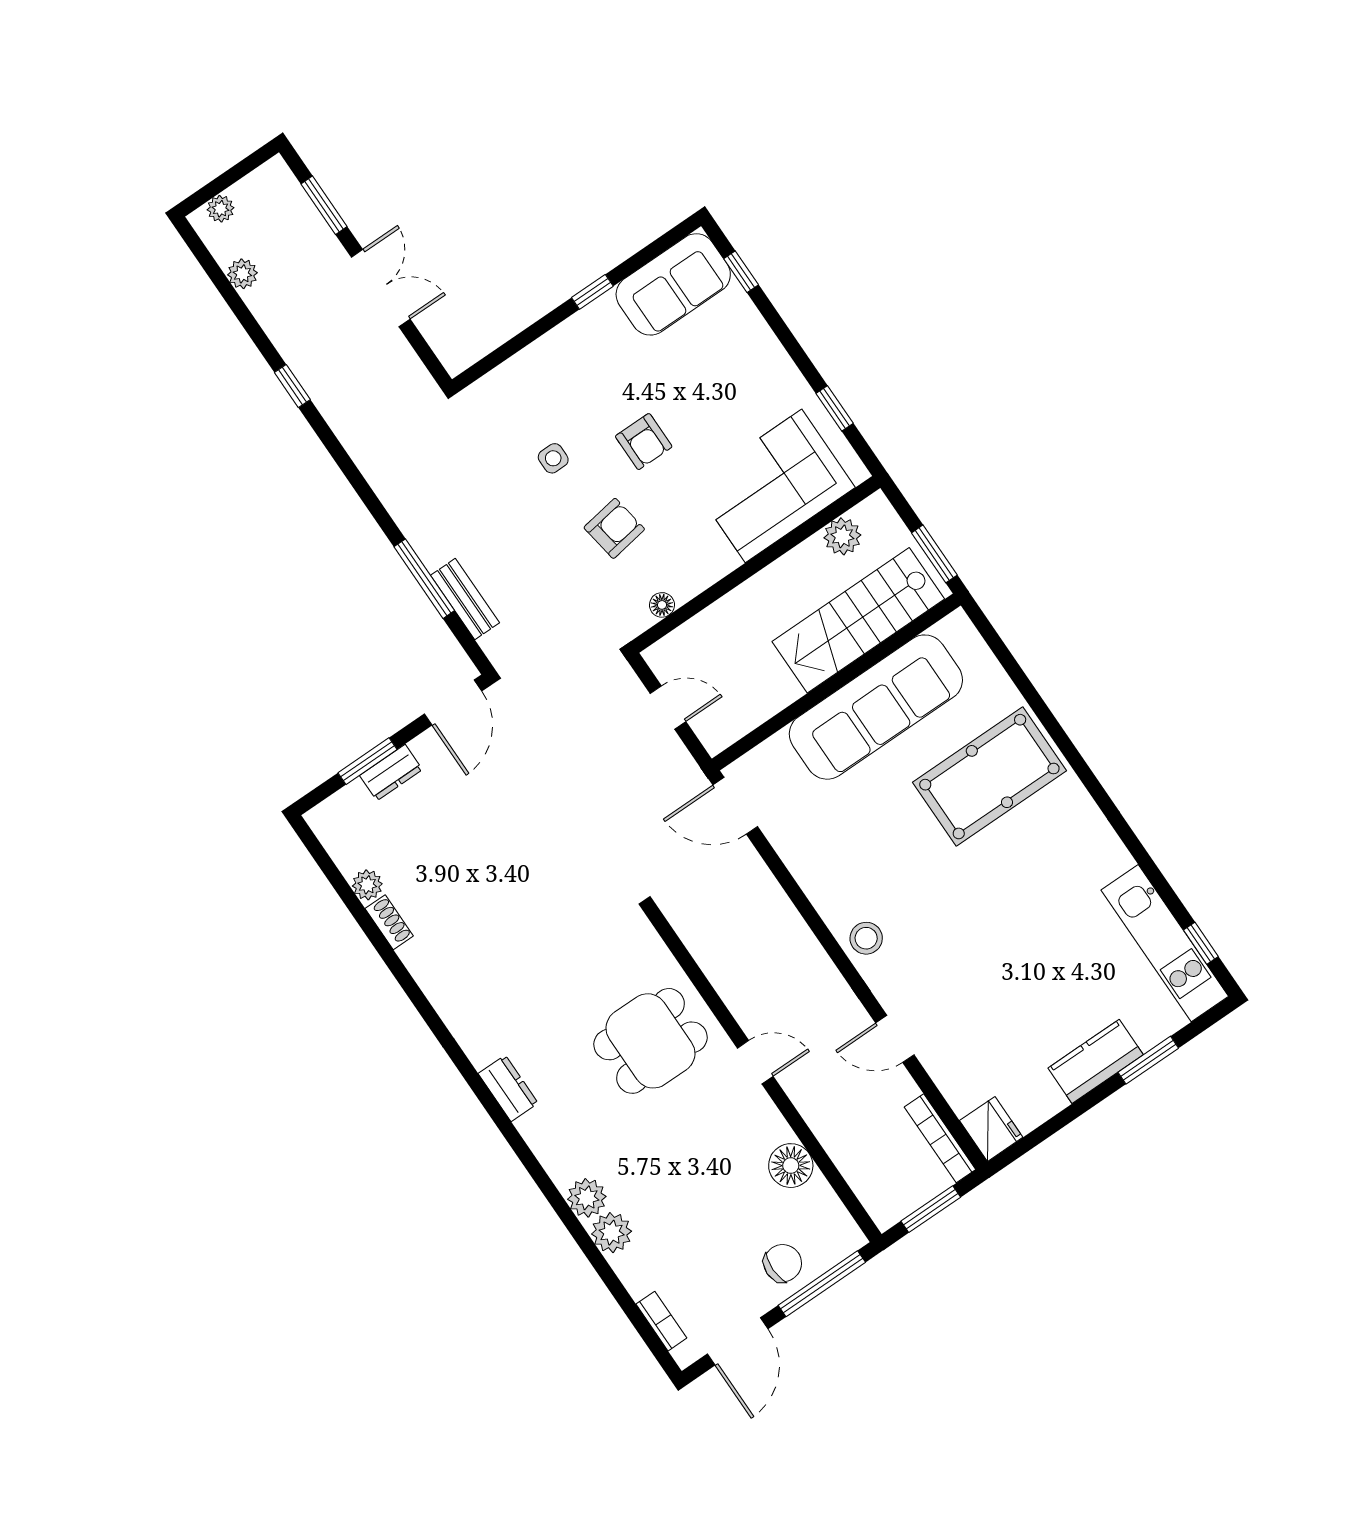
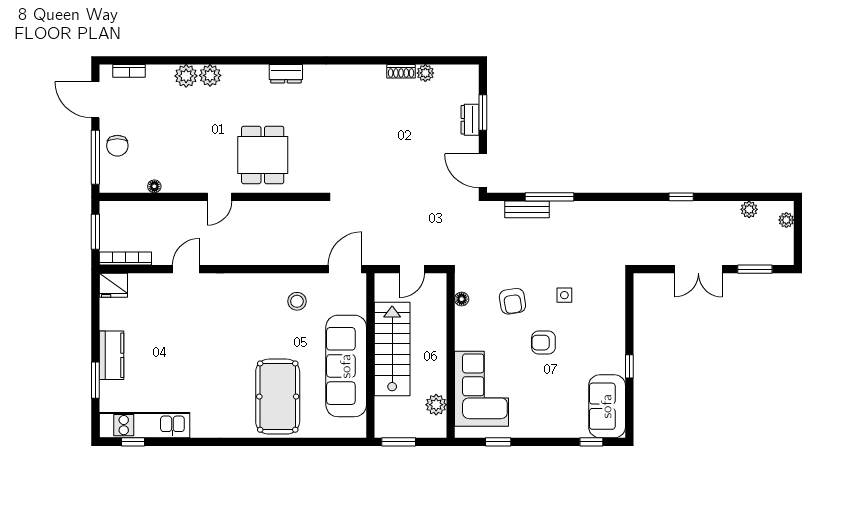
stairs: (858, 620) -> (392, 349), moved
stool: (866, 938) -> (297, 301), moved
floor lamp: (791, 1166) -> (154, 186), width x0.53, depth x0.53

